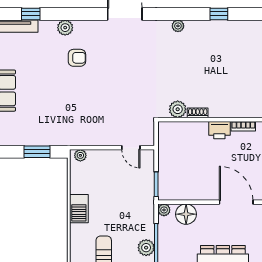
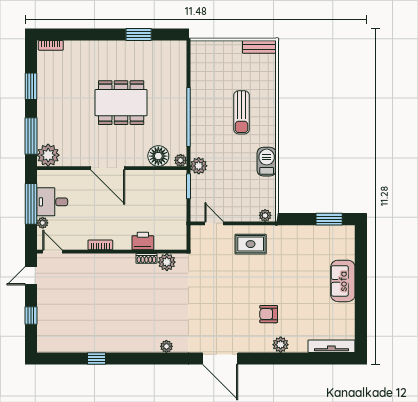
window: (31, 14) -> (315, 358), removed
window: (219, 14) -> (96, 358), moved
rug: (95, 127) -> (251, 244), added
printer: (219, 130) -> (143, 241), moved
window: (37, 152) -> (329, 219), moved
plant: (146, 248) -> (199, 166), moved

